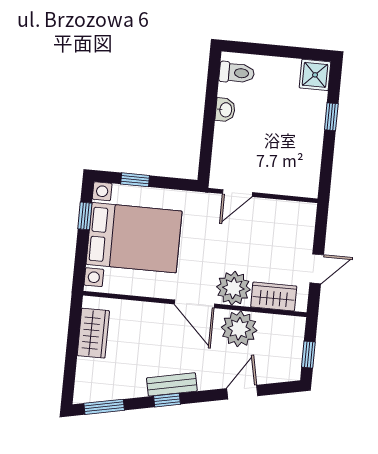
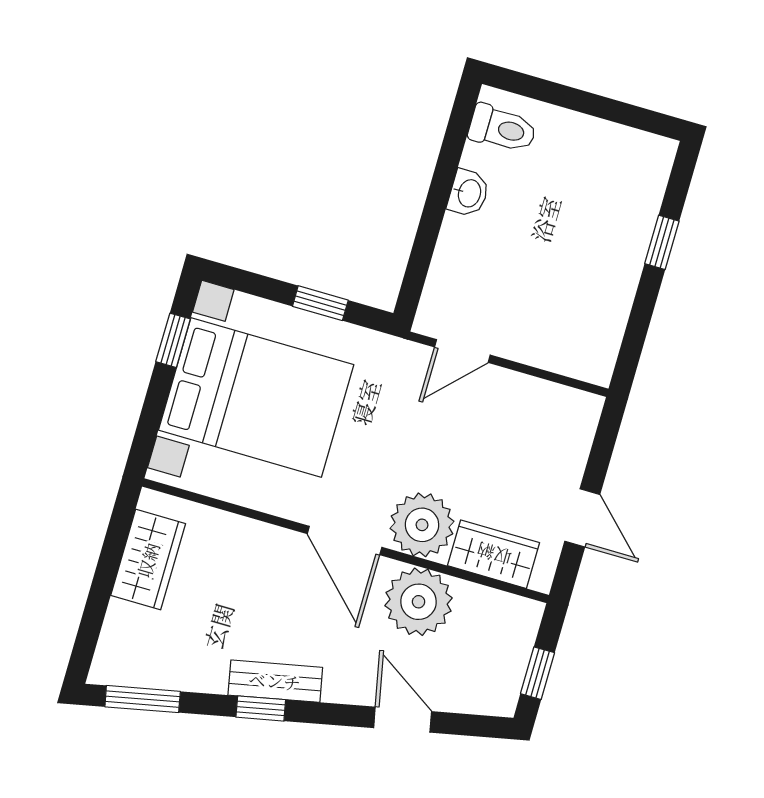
shower: (315, 75) -> (646, 160), removed
window: (135, 180) -> (320, 303), moved
door: (317, 269) -> (582, 518), hinge flipped
door: (242, 392) -> (403, 720), hinge flipped

